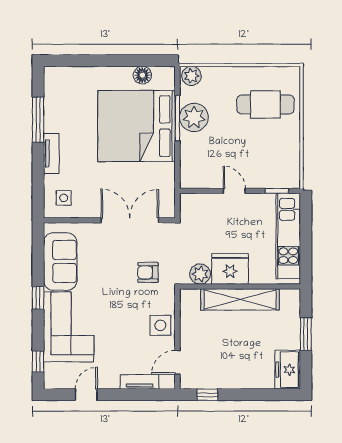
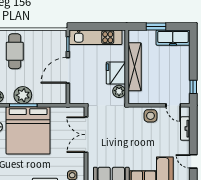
door: (234, 191) -> (68, 70), width x1.87
armchair: (148, 272) -> (118, 123), removed
freezer: (288, 370) -> (173, 38), width x1.40

